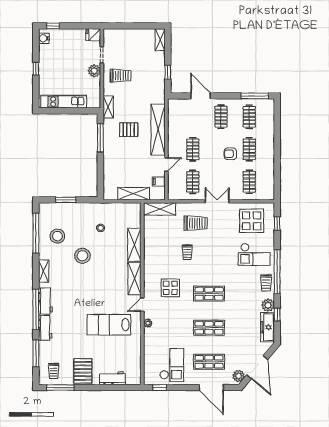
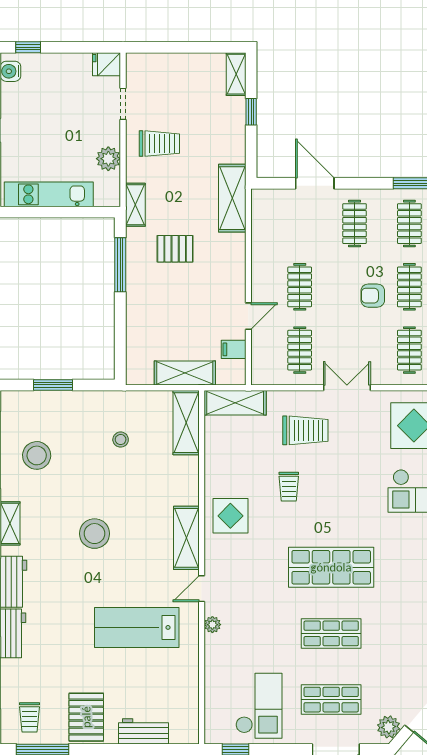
plant: (94, 71) -> (108, 159), moved
window: (168, 72) -> (251, 112), moved
shelving: (158, 130) -> (232, 198), moved, width x0.68
shelving: (134, 245) -> (186, 423), moved
stool: (82, 256) -> (95, 534), moved
display table: (170, 288) -> (230, 516), moved
shop shelf: (209, 294) -> (331, 567), width x1.43, depth x1.36

